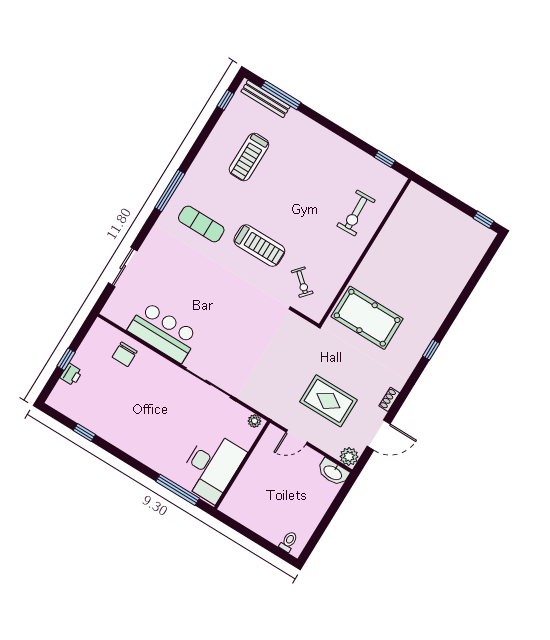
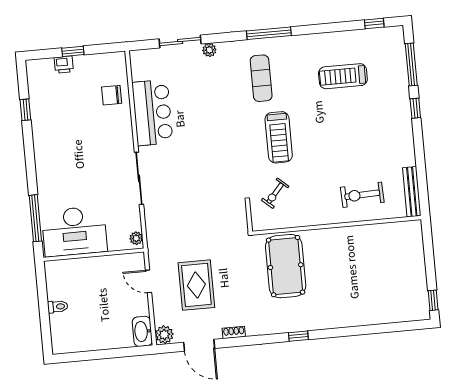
bench: (266, 99) -> (412, 192), moved
window: (385, 159) -> (415, 108), moved
plant: (147, 249) -> (209, 50), added
toilet: (289, 542) -> (58, 307), moved

